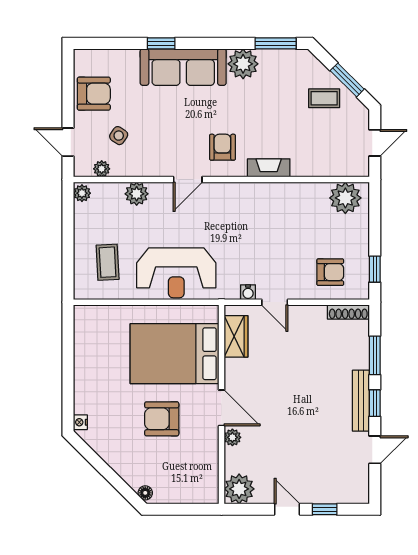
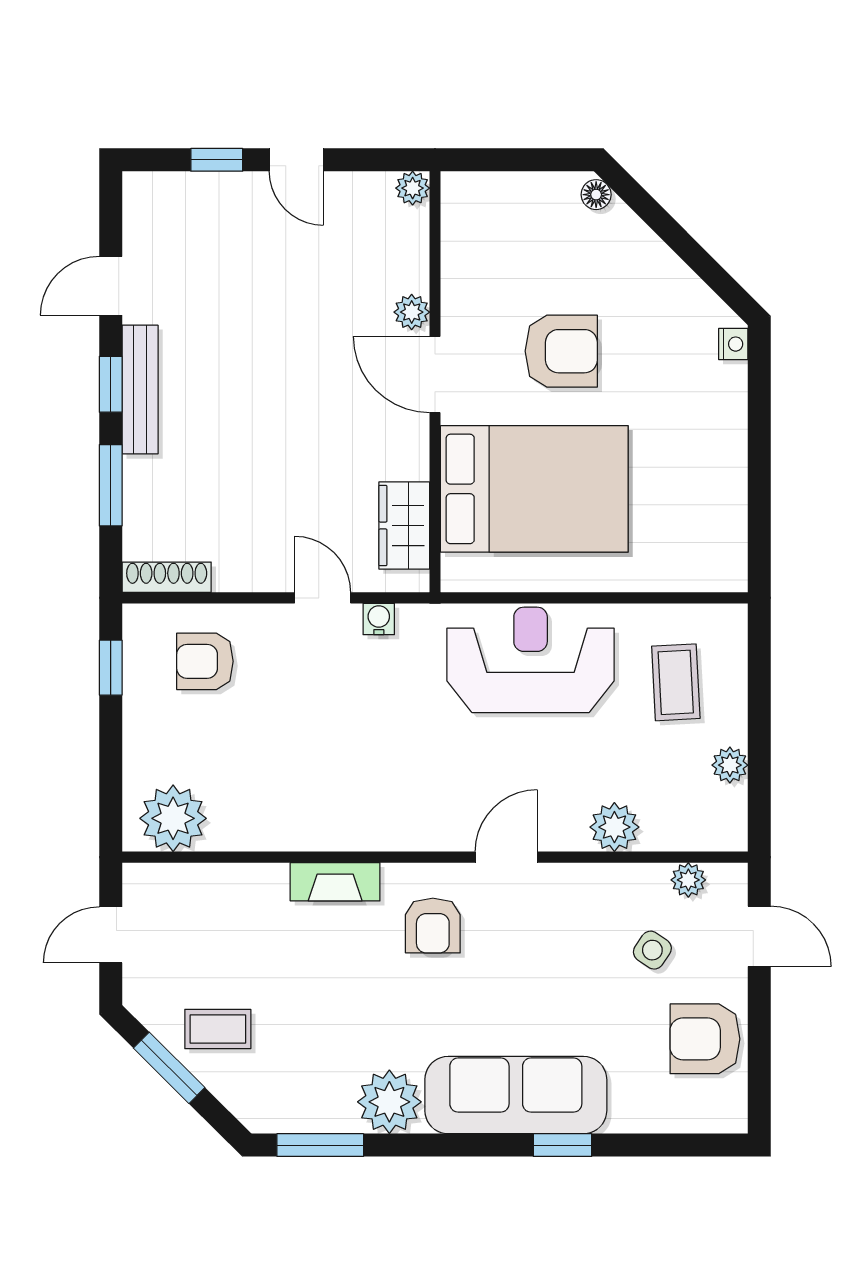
plant: (82, 193) -> (730, 765), moved
plant: (239, 489) -> (413, 188), width x0.53, depth x0.53

